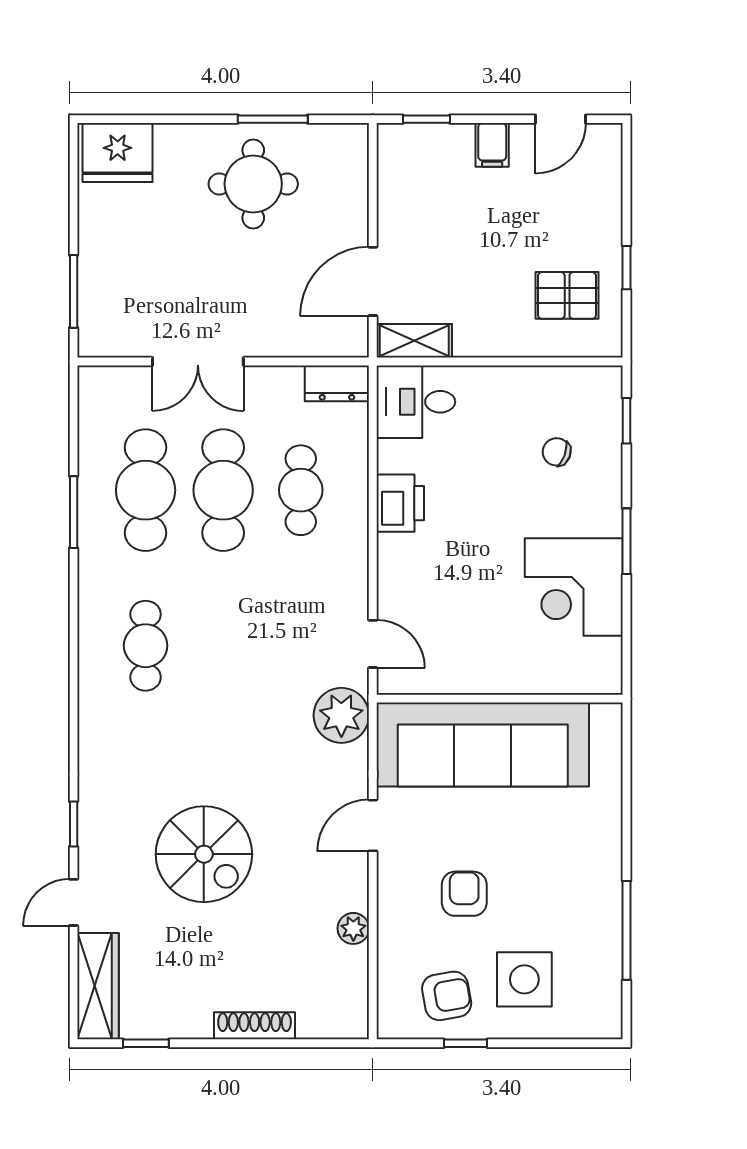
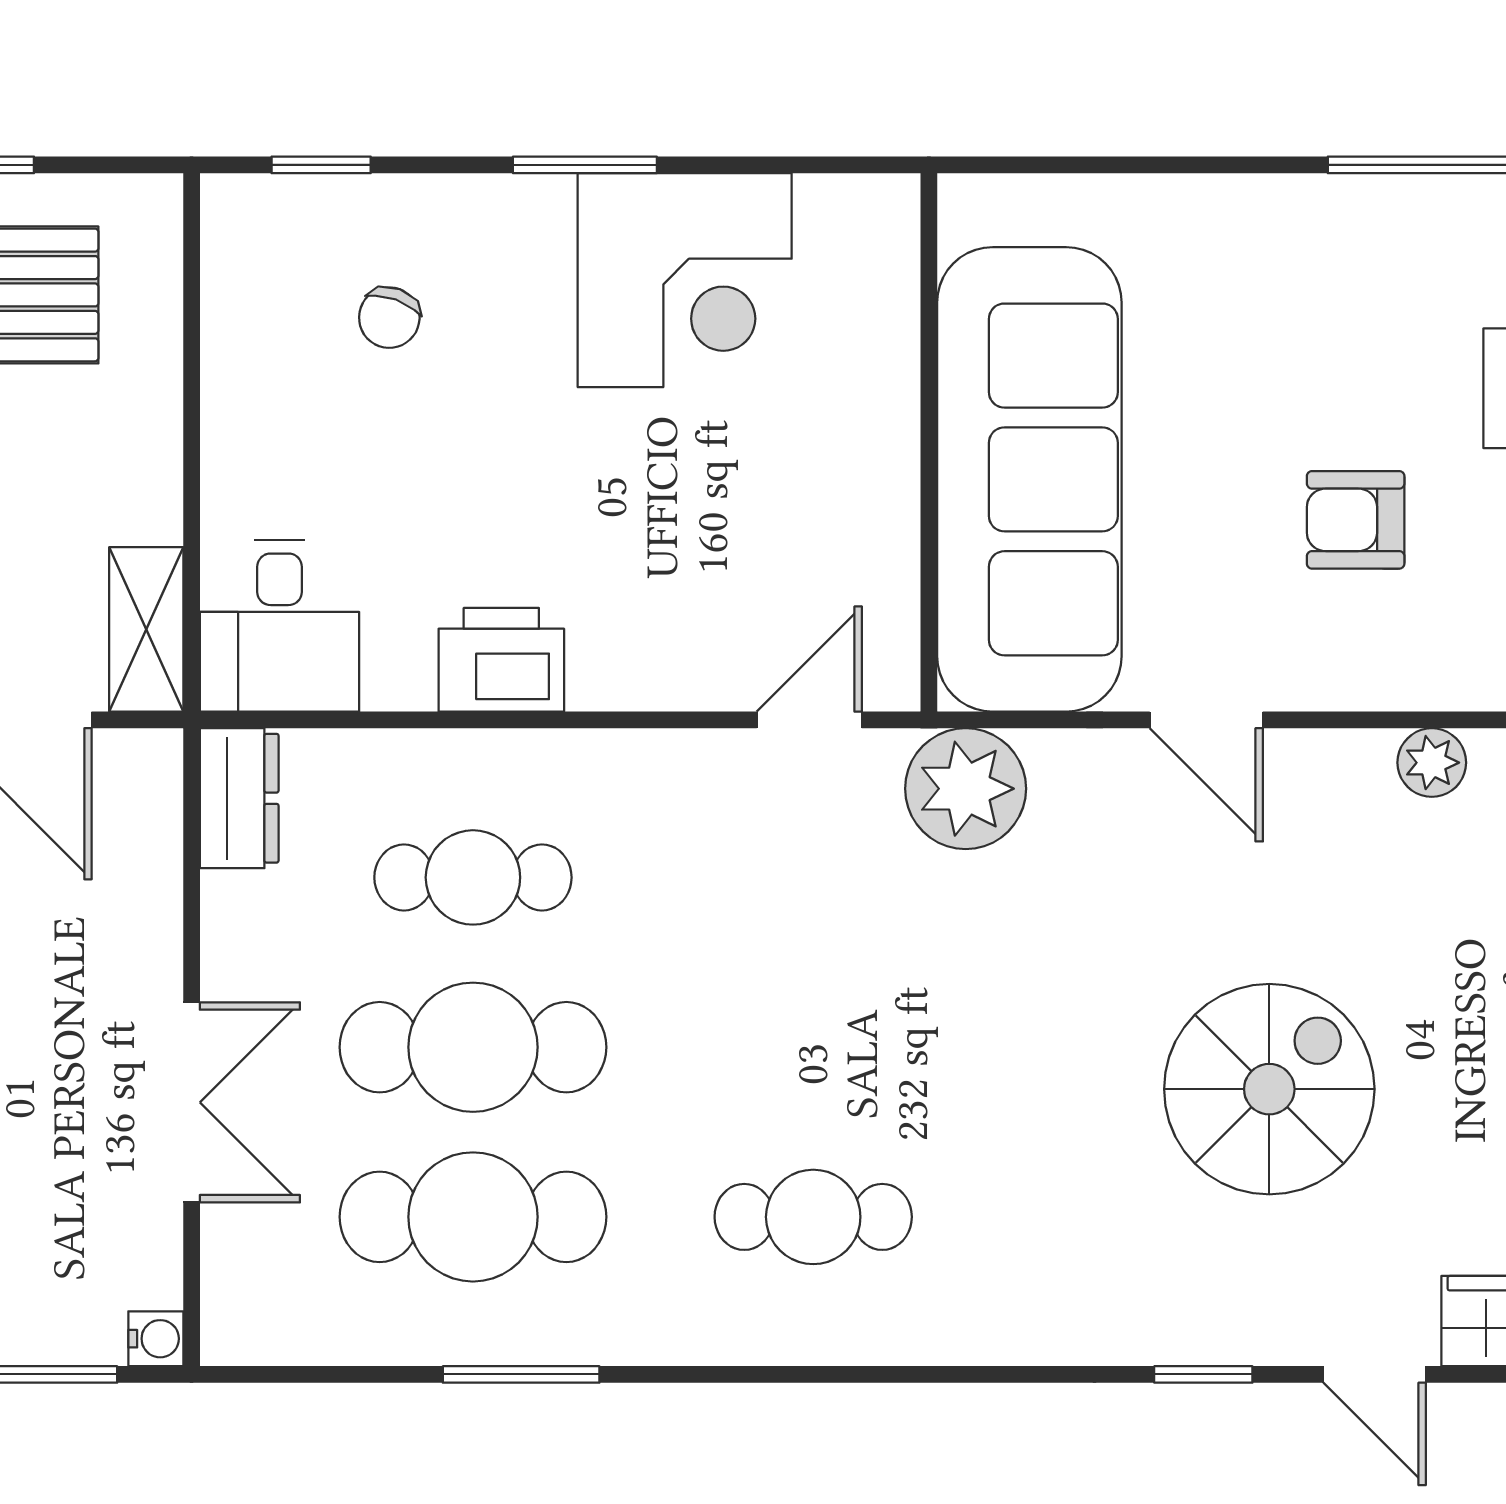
water cooler: (90, 345) -> (156, 1339), added

